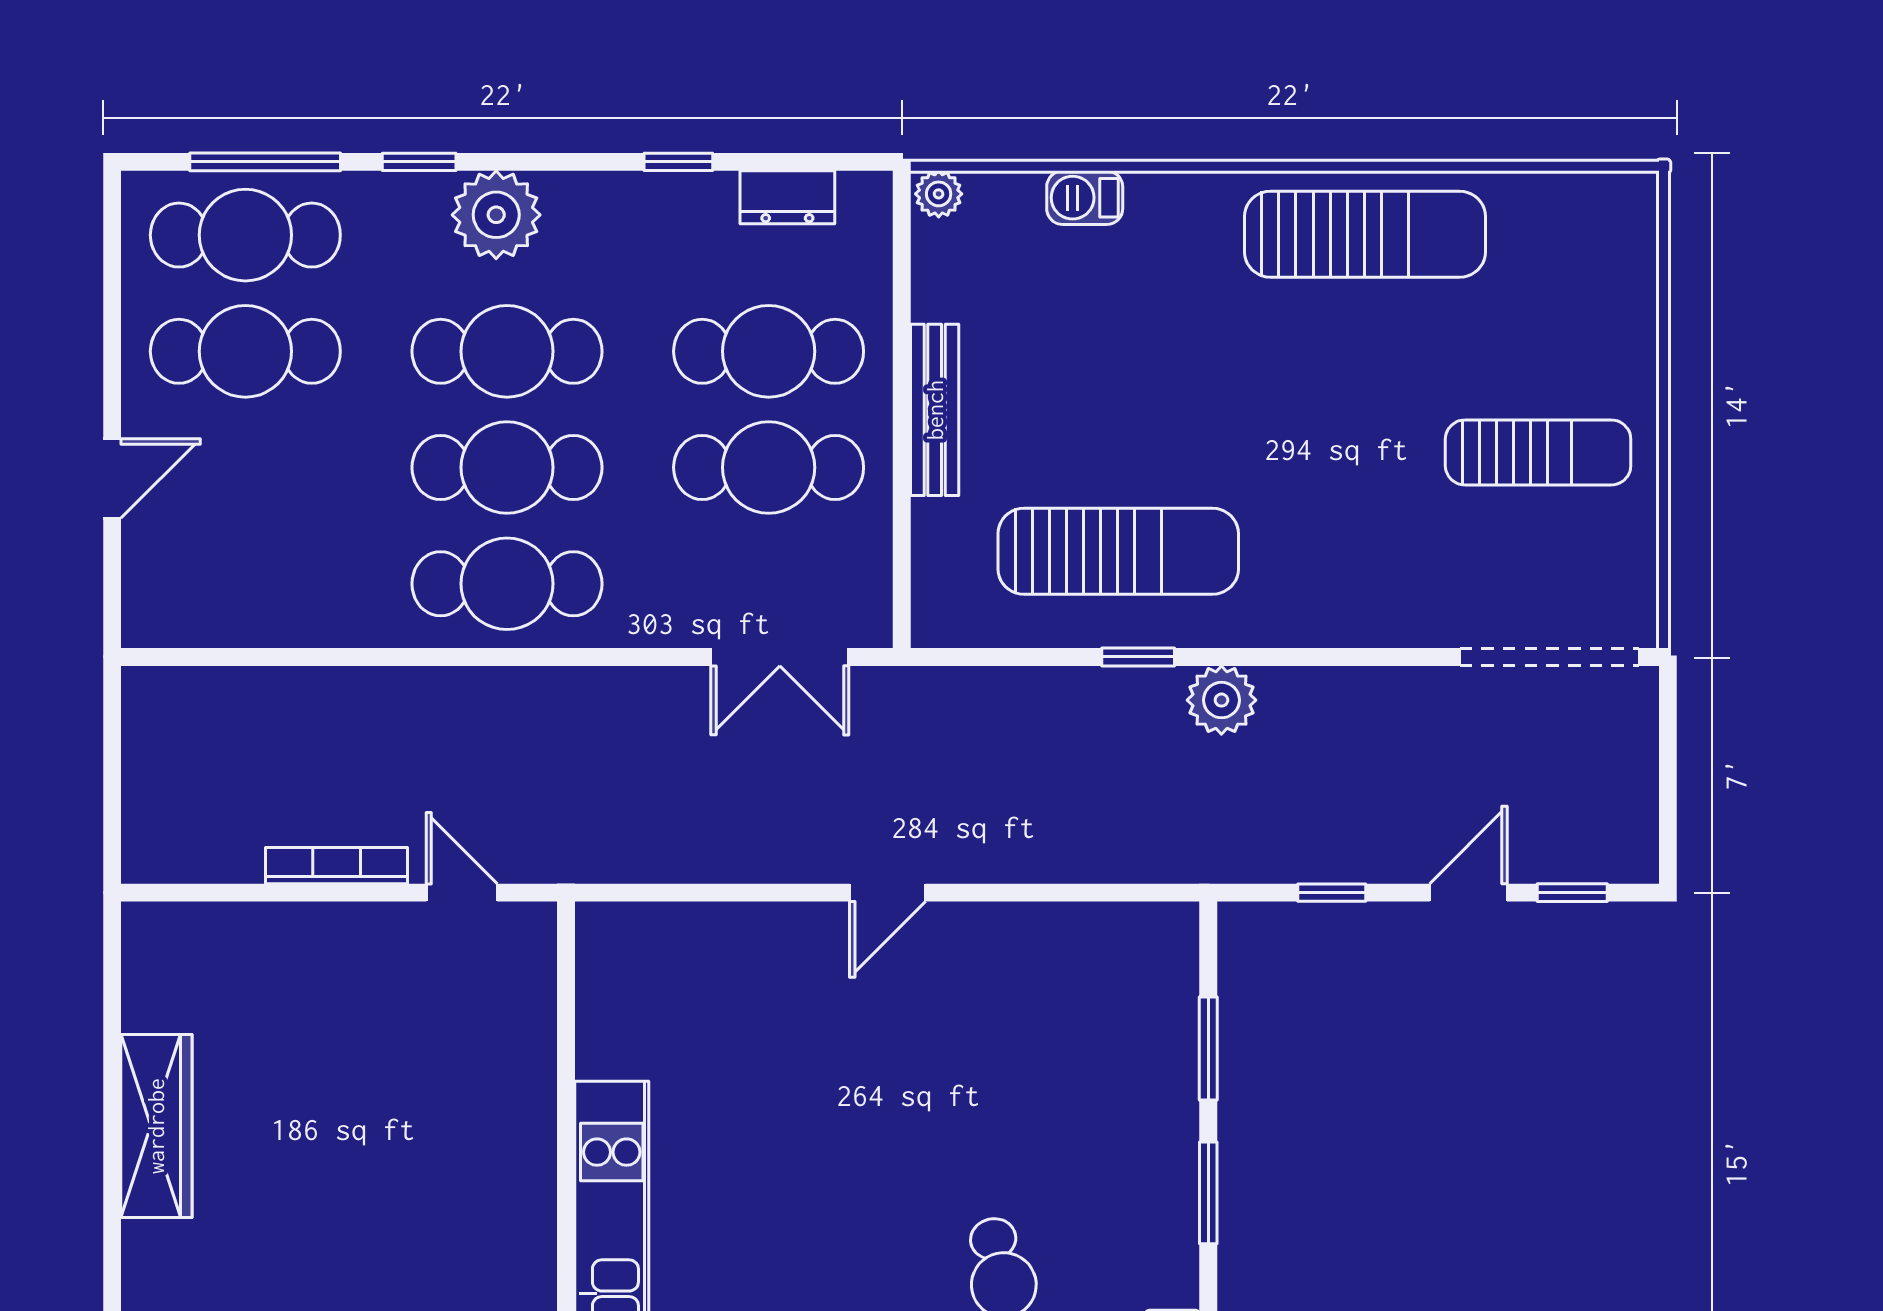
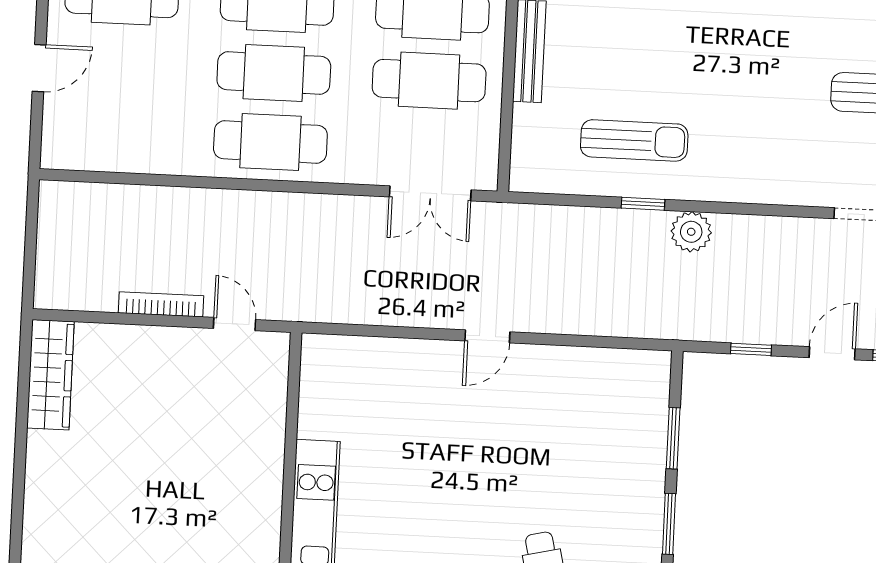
sun lounger: (1118, 551) -> (634, 140), width x0.73, depth x0.75
wardrobe: (156, 1126) -> (50, 375), moved

